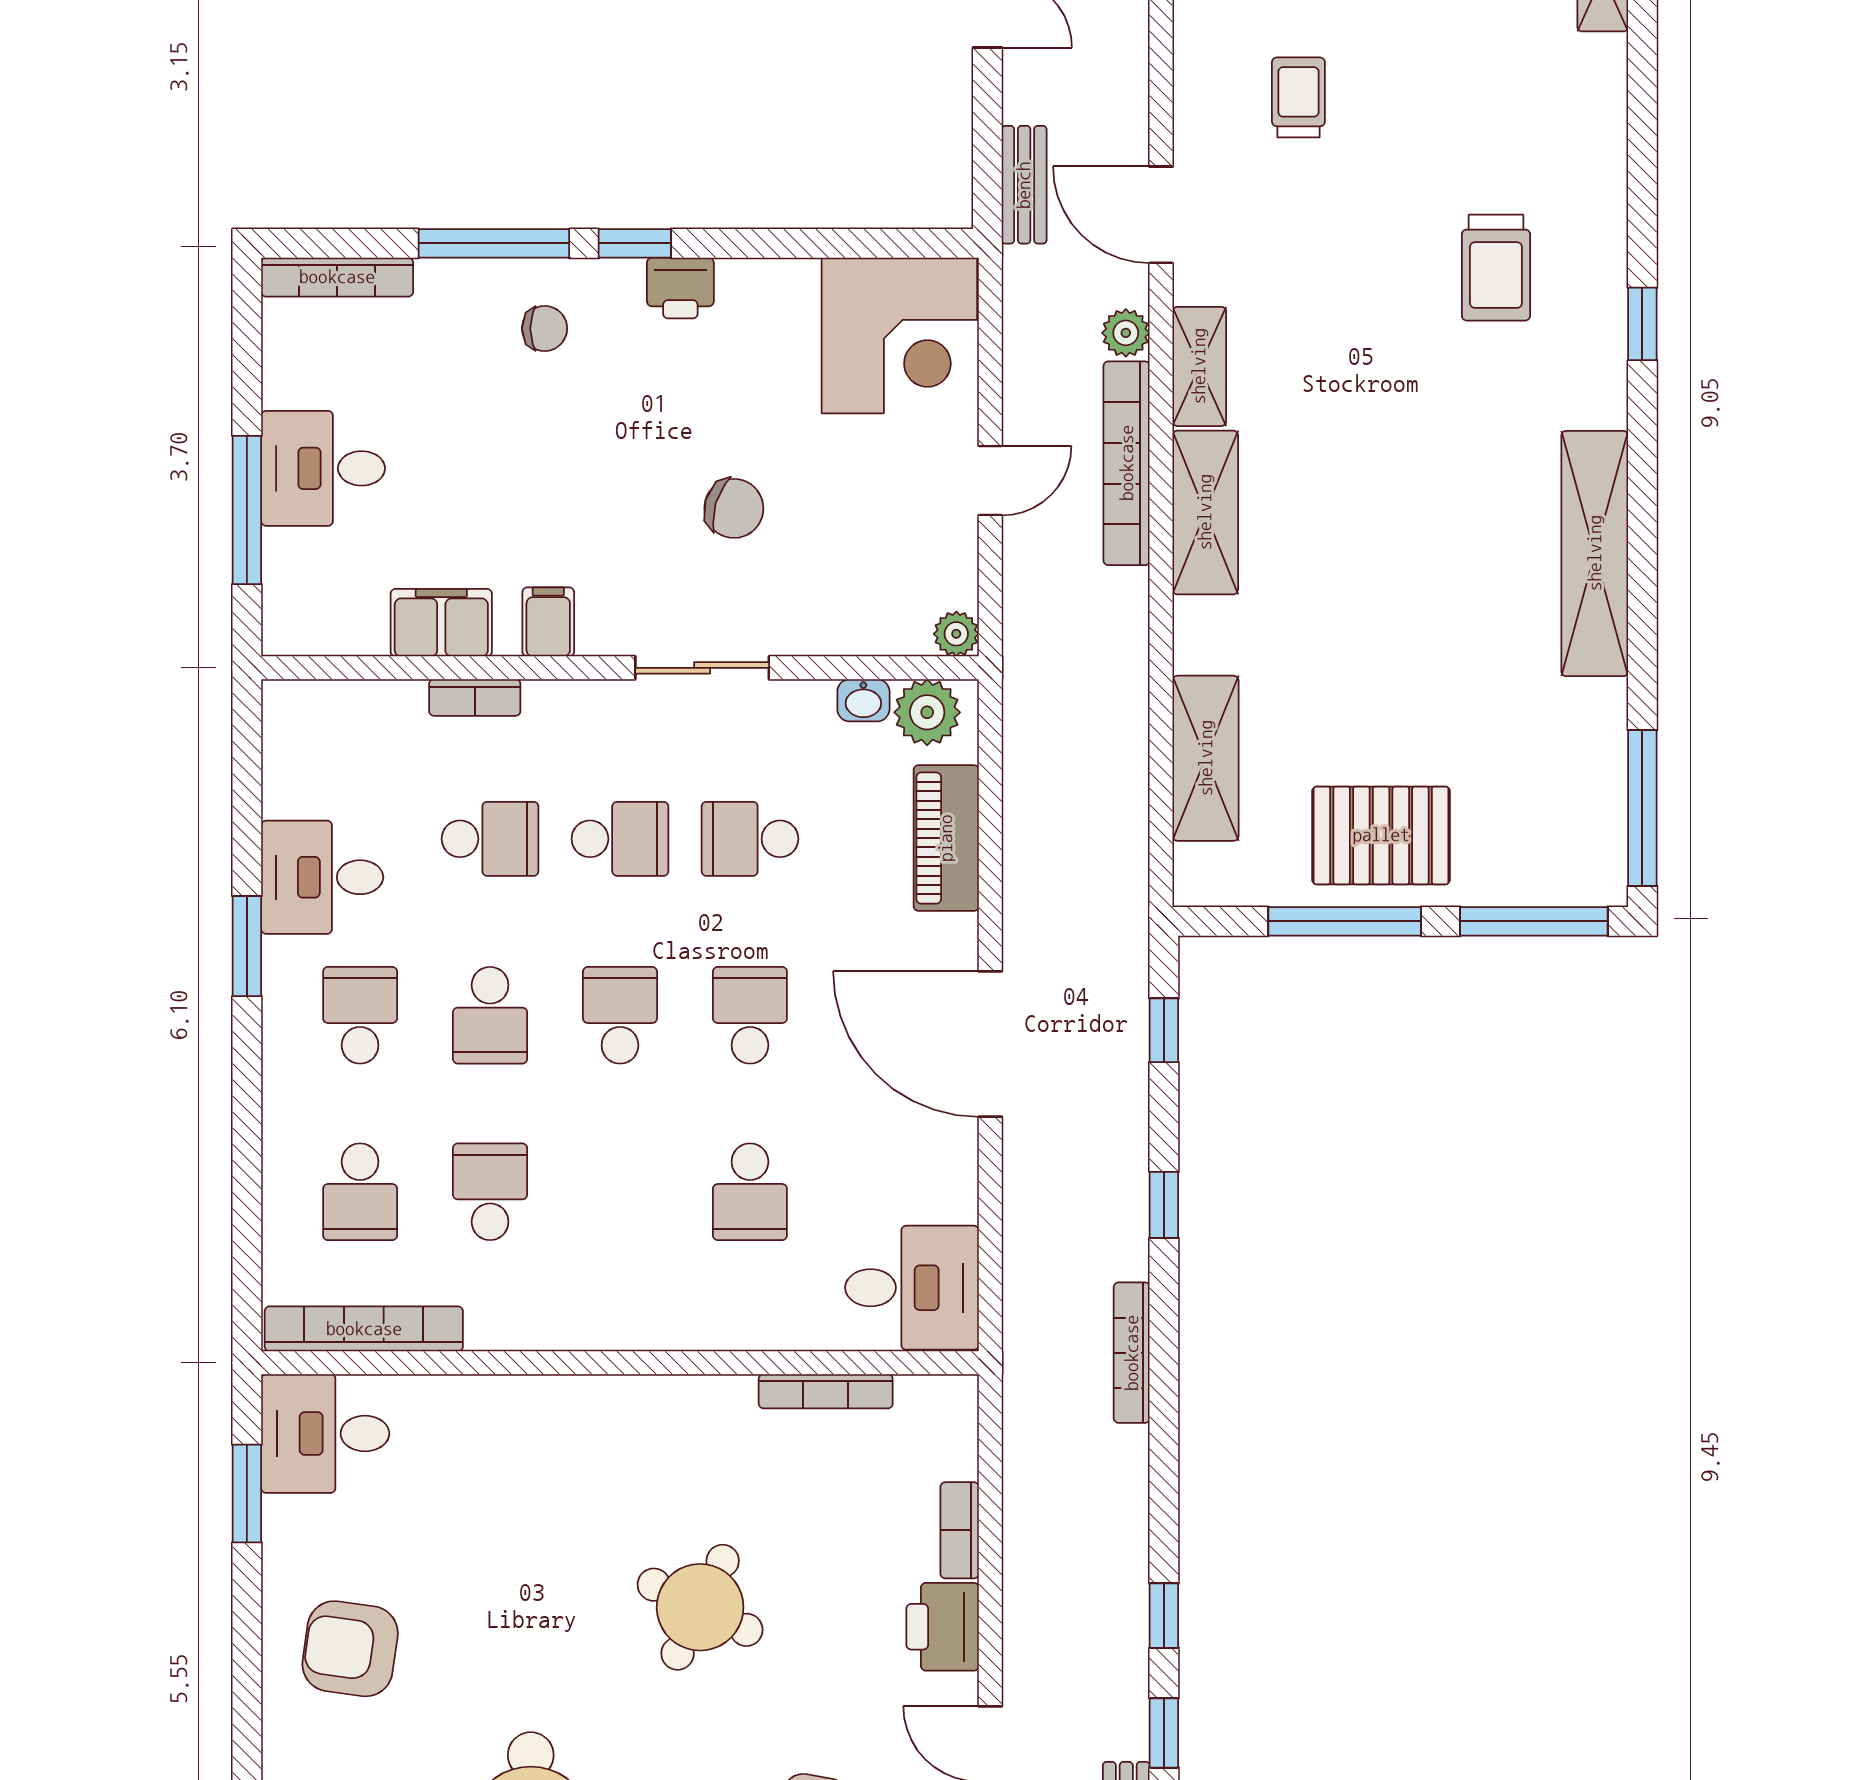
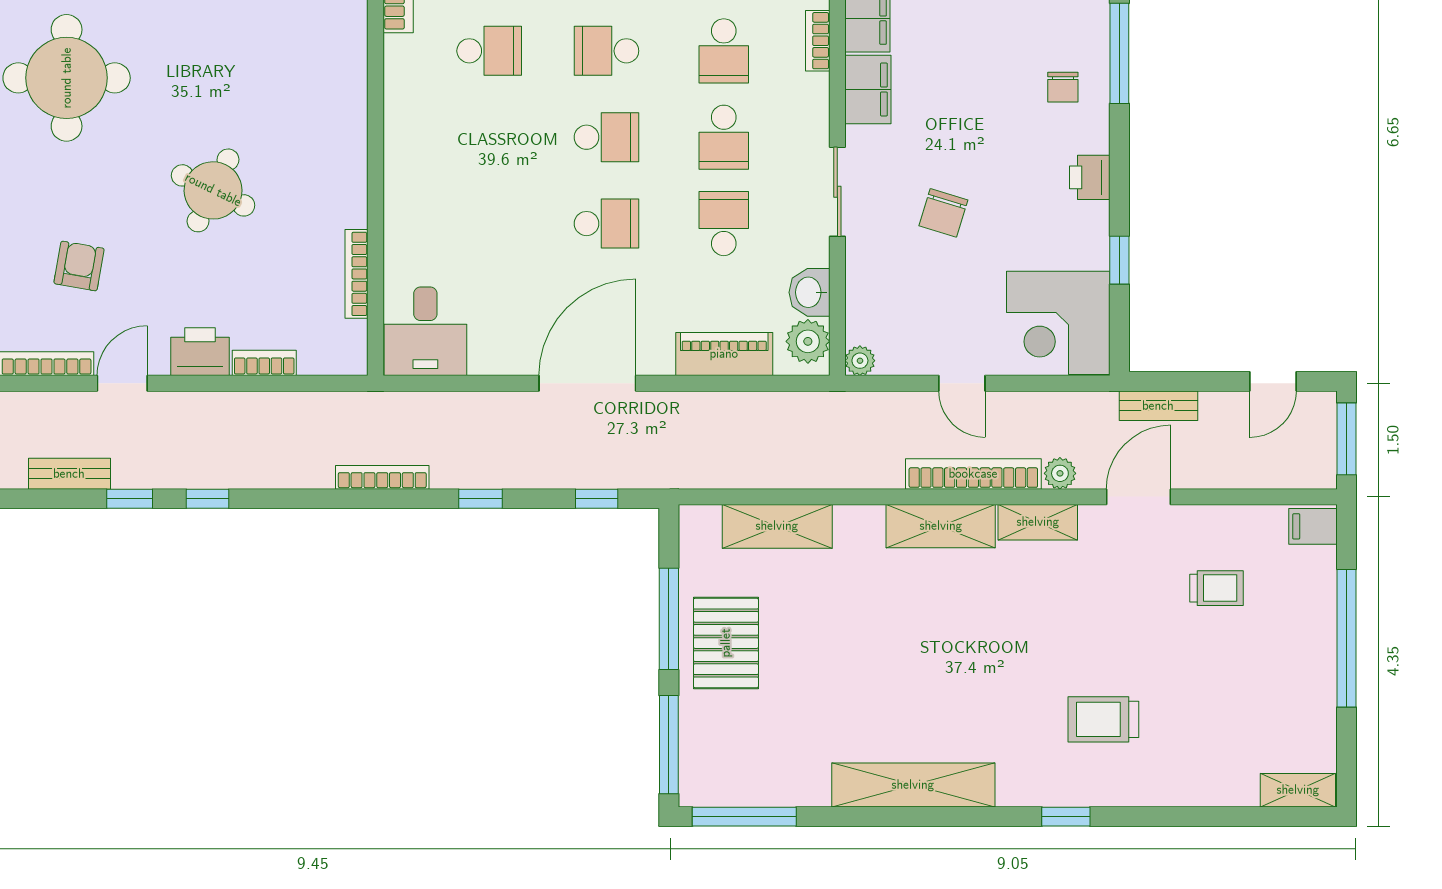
window: (635, 243) -> (1119, 260), moved
filing cabinet: (548, 622) -> (868, 90), width x2.00
washbasin: (863, 700) -> (809, 292), width x1.38, depth x1.45
school desk: (750, 1192) -> (489, 224), removed

